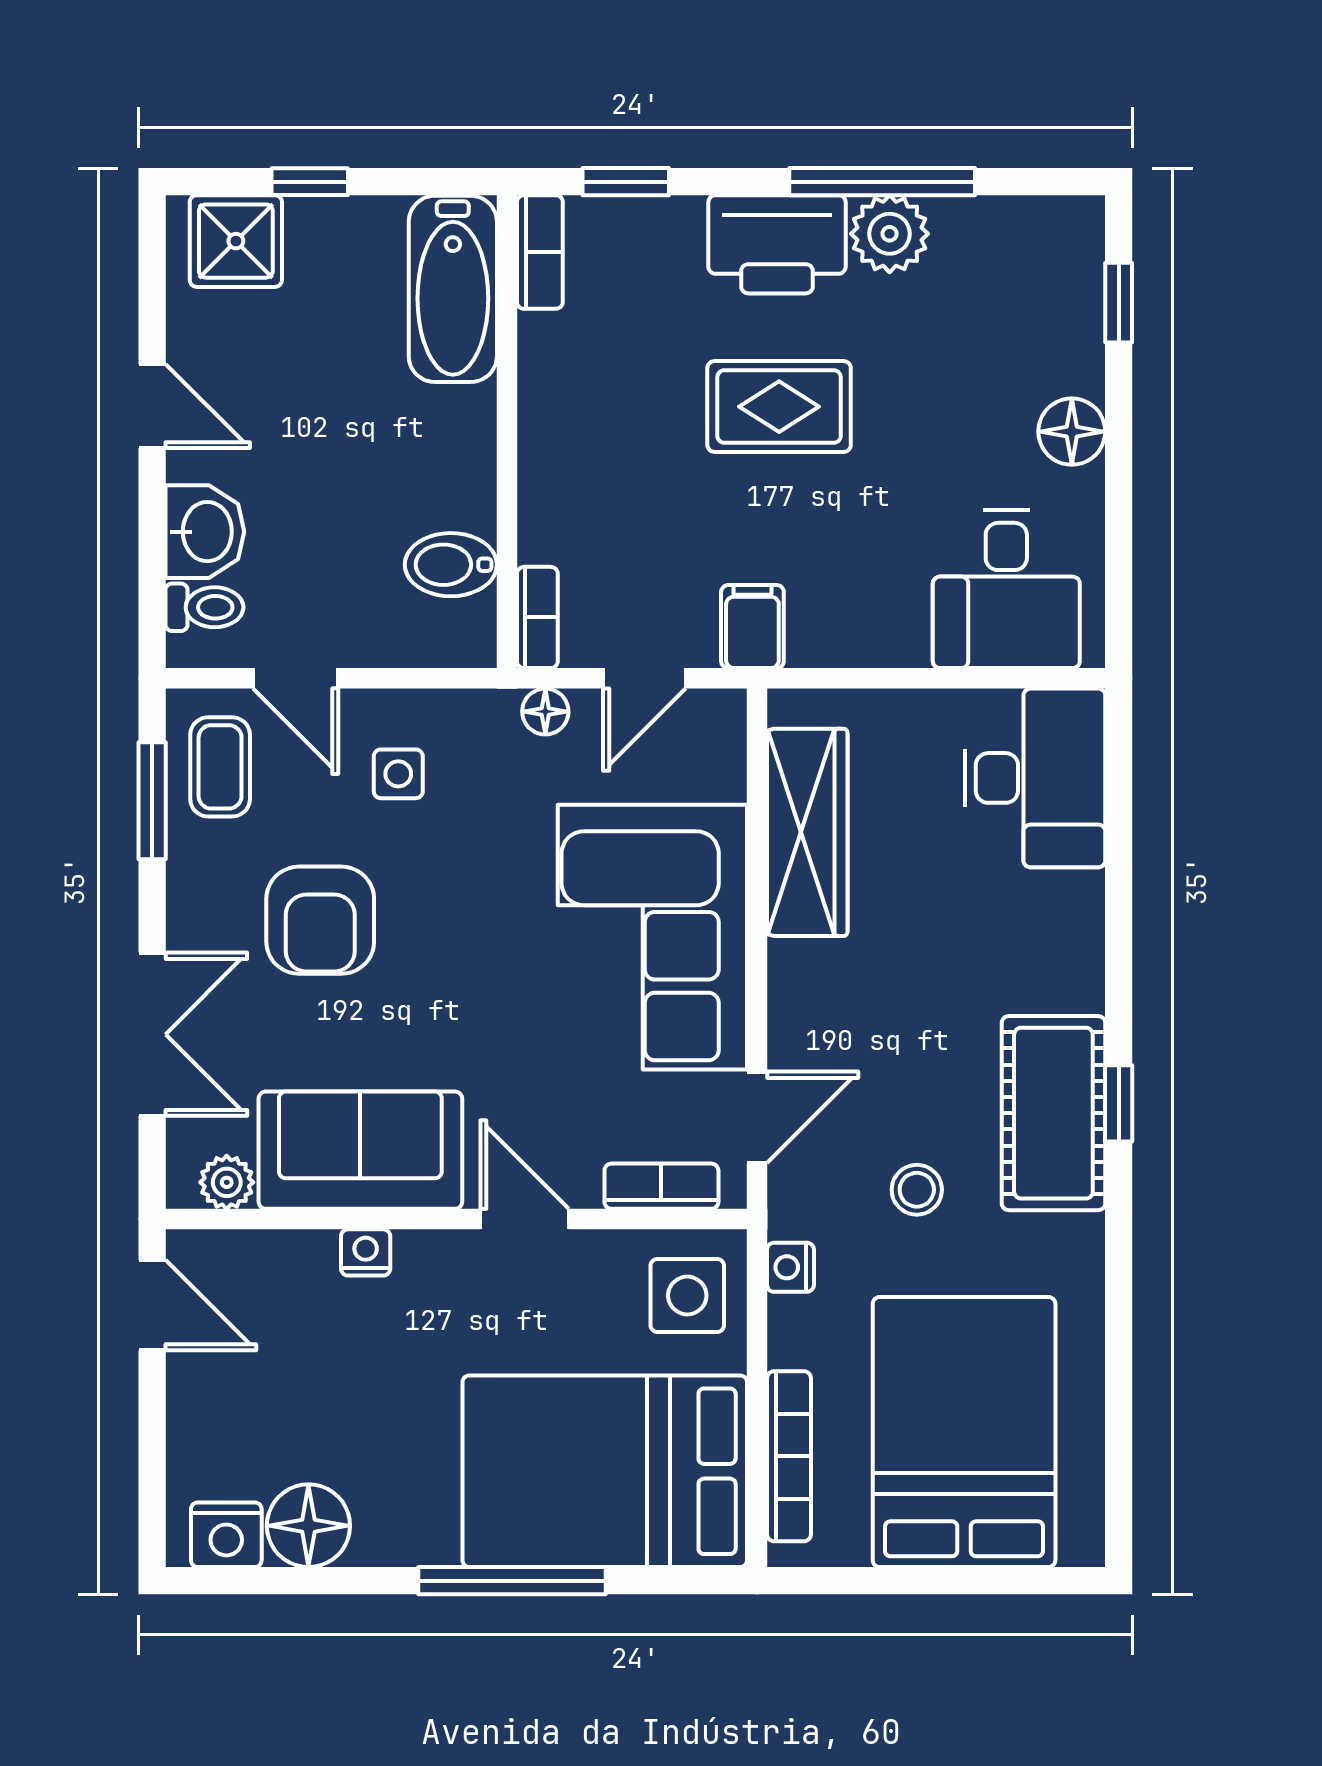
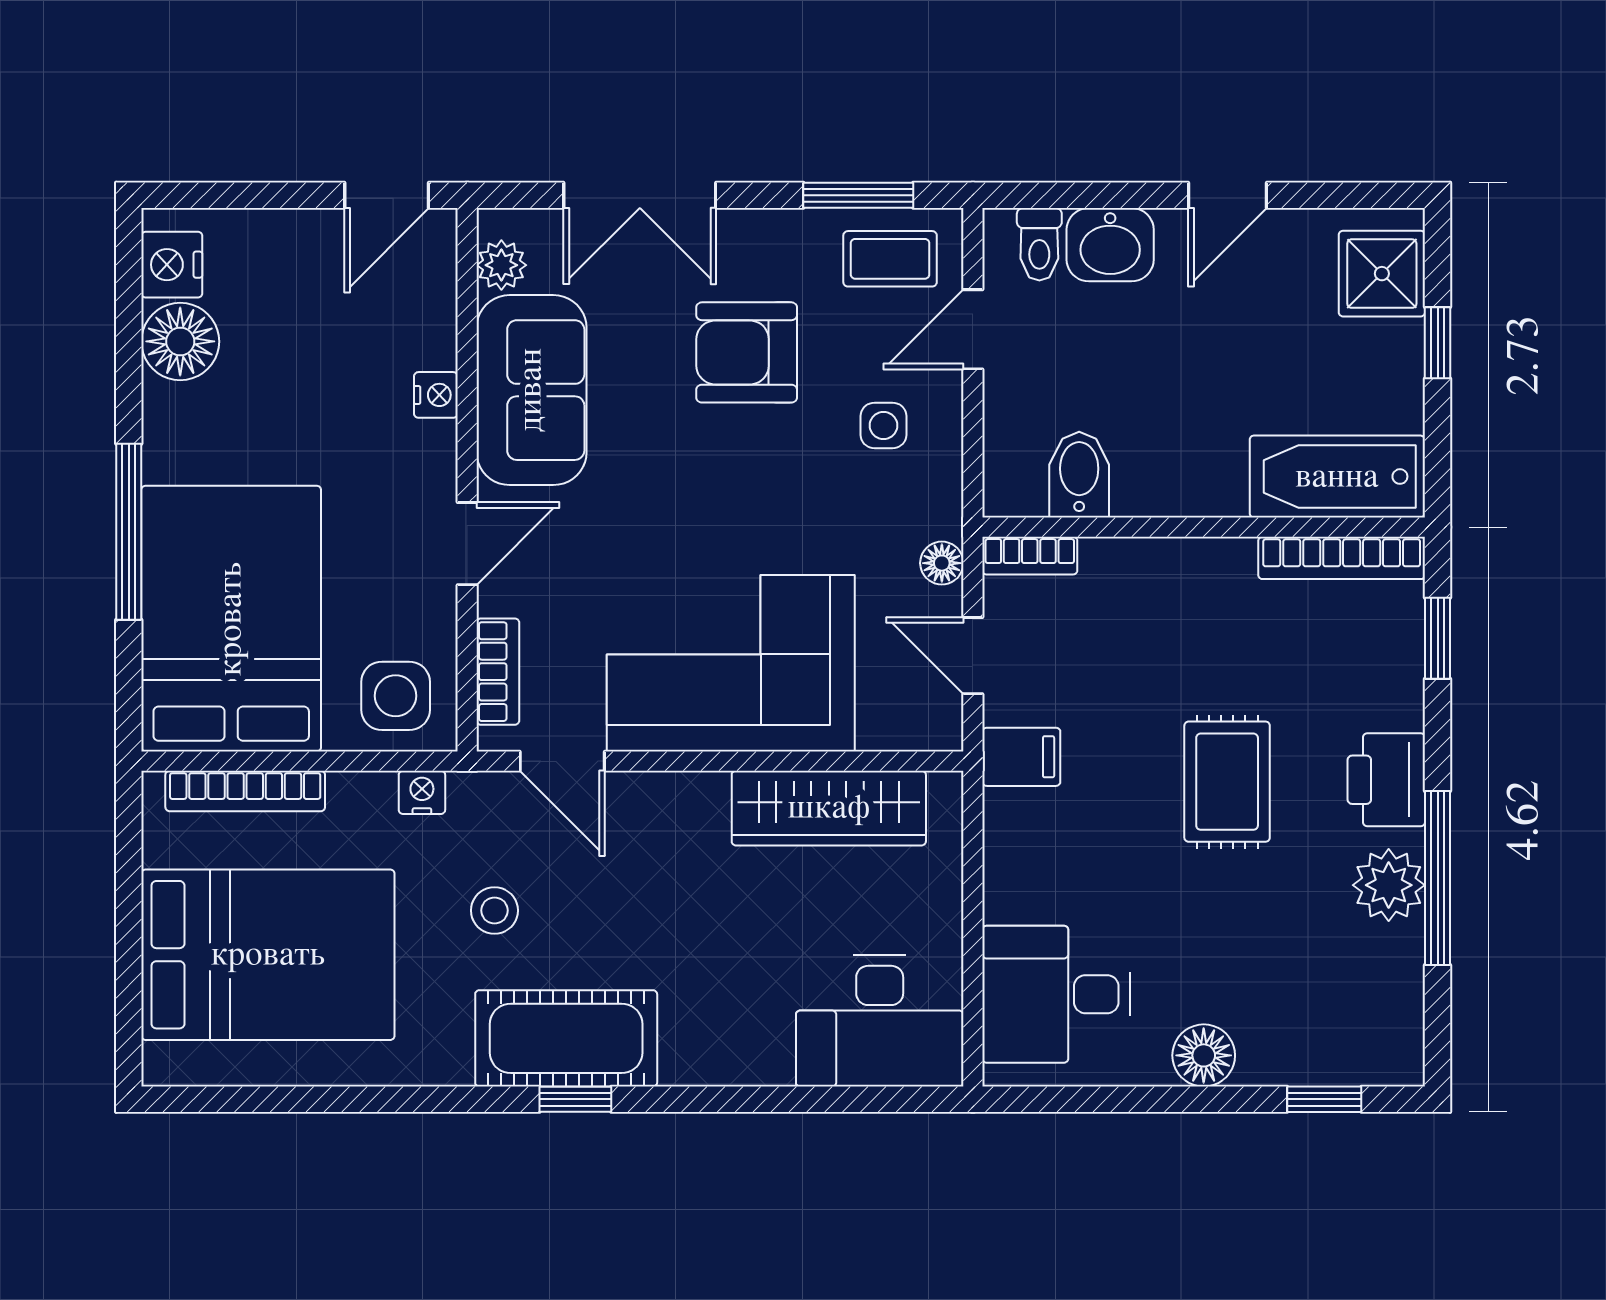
printer: (777, 244) -> (1386, 780), width x0.73, depth x0.84
bookcase: (540, 252) -> (1342, 558), width x1.56

